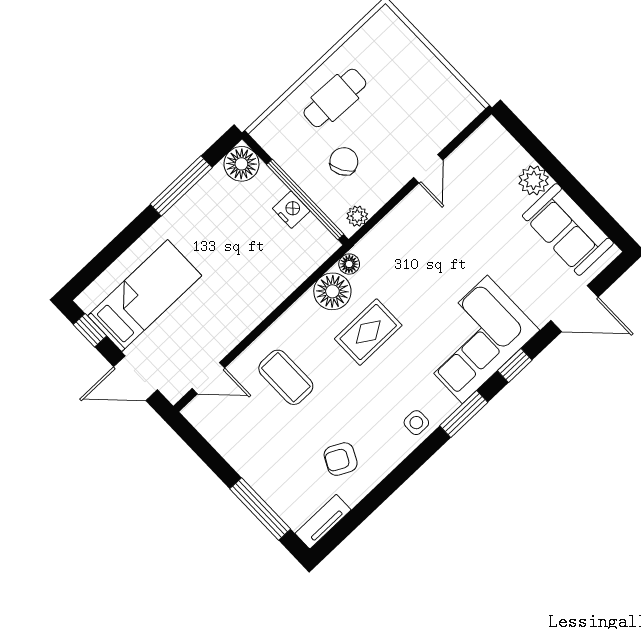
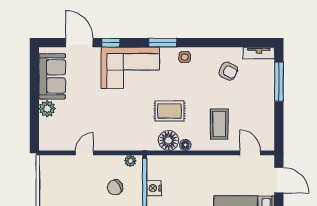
floor lamp: (349, 264) -> (185, 145), moved
window: (515, 365) -> (111, 43), moved

